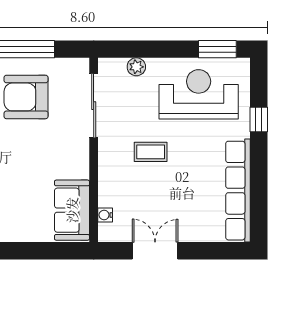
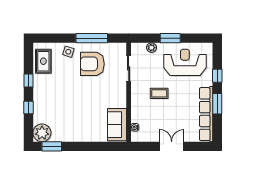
window: (217, 49) -> (170, 38), moved
sliding door: (94, 106) -> (129, 68), width x0.73
window: (259, 171) -> (217, 104), added
double door: (155, 251) -> (172, 146), moved

